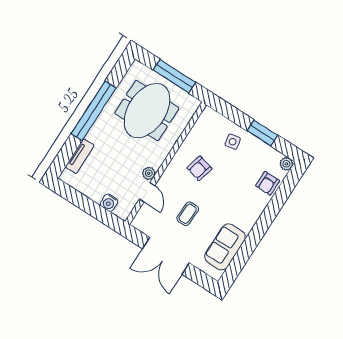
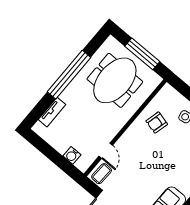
armchair: (199, 168) -> (157, 123), moved
plant: (149, 173) -> (109, 135), removed
coffee table: (188, 214) -> (102, 174), moved

